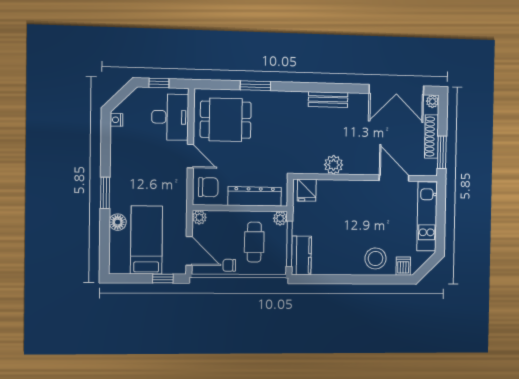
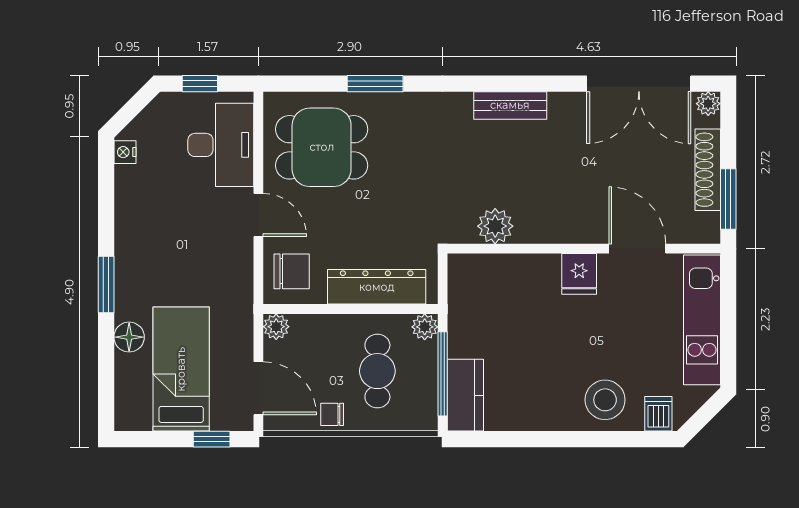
plant: (334, 165) -> (495, 226), moved
fridge: (307, 190) -> (579, 274), moved

